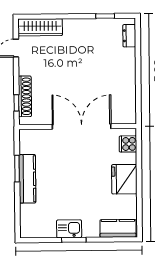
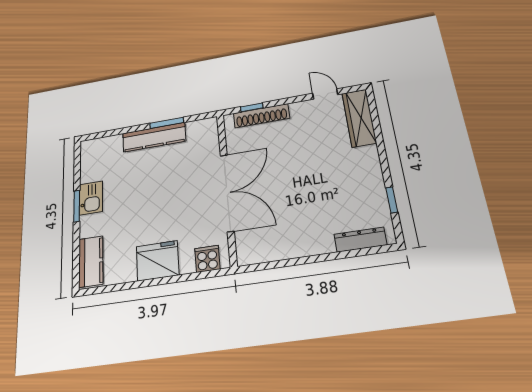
dresser: (129, 36) -> (360, 240), width x1.44

